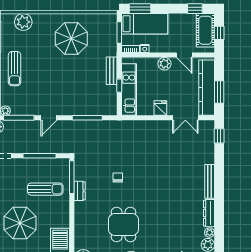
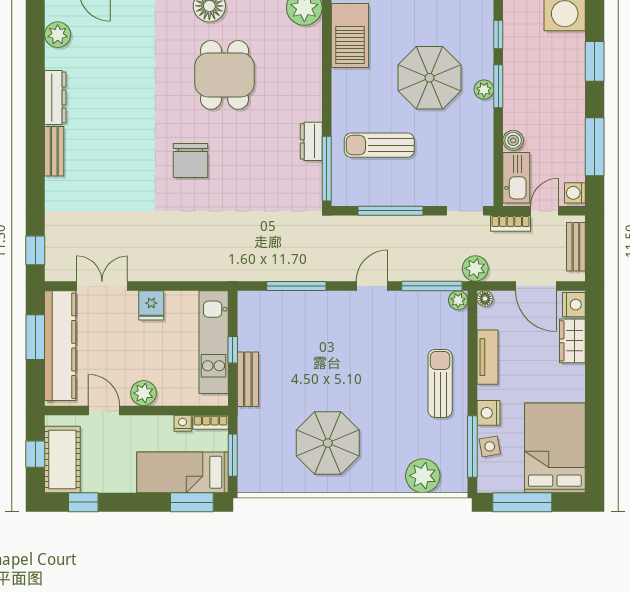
chair: (118, 177) -> (190, 160), moved, width x1.87, depth x1.87
bench: (210, 181) -> (54, 151), width x0.73
plant: (210, 233) -> (54, 59), removed

